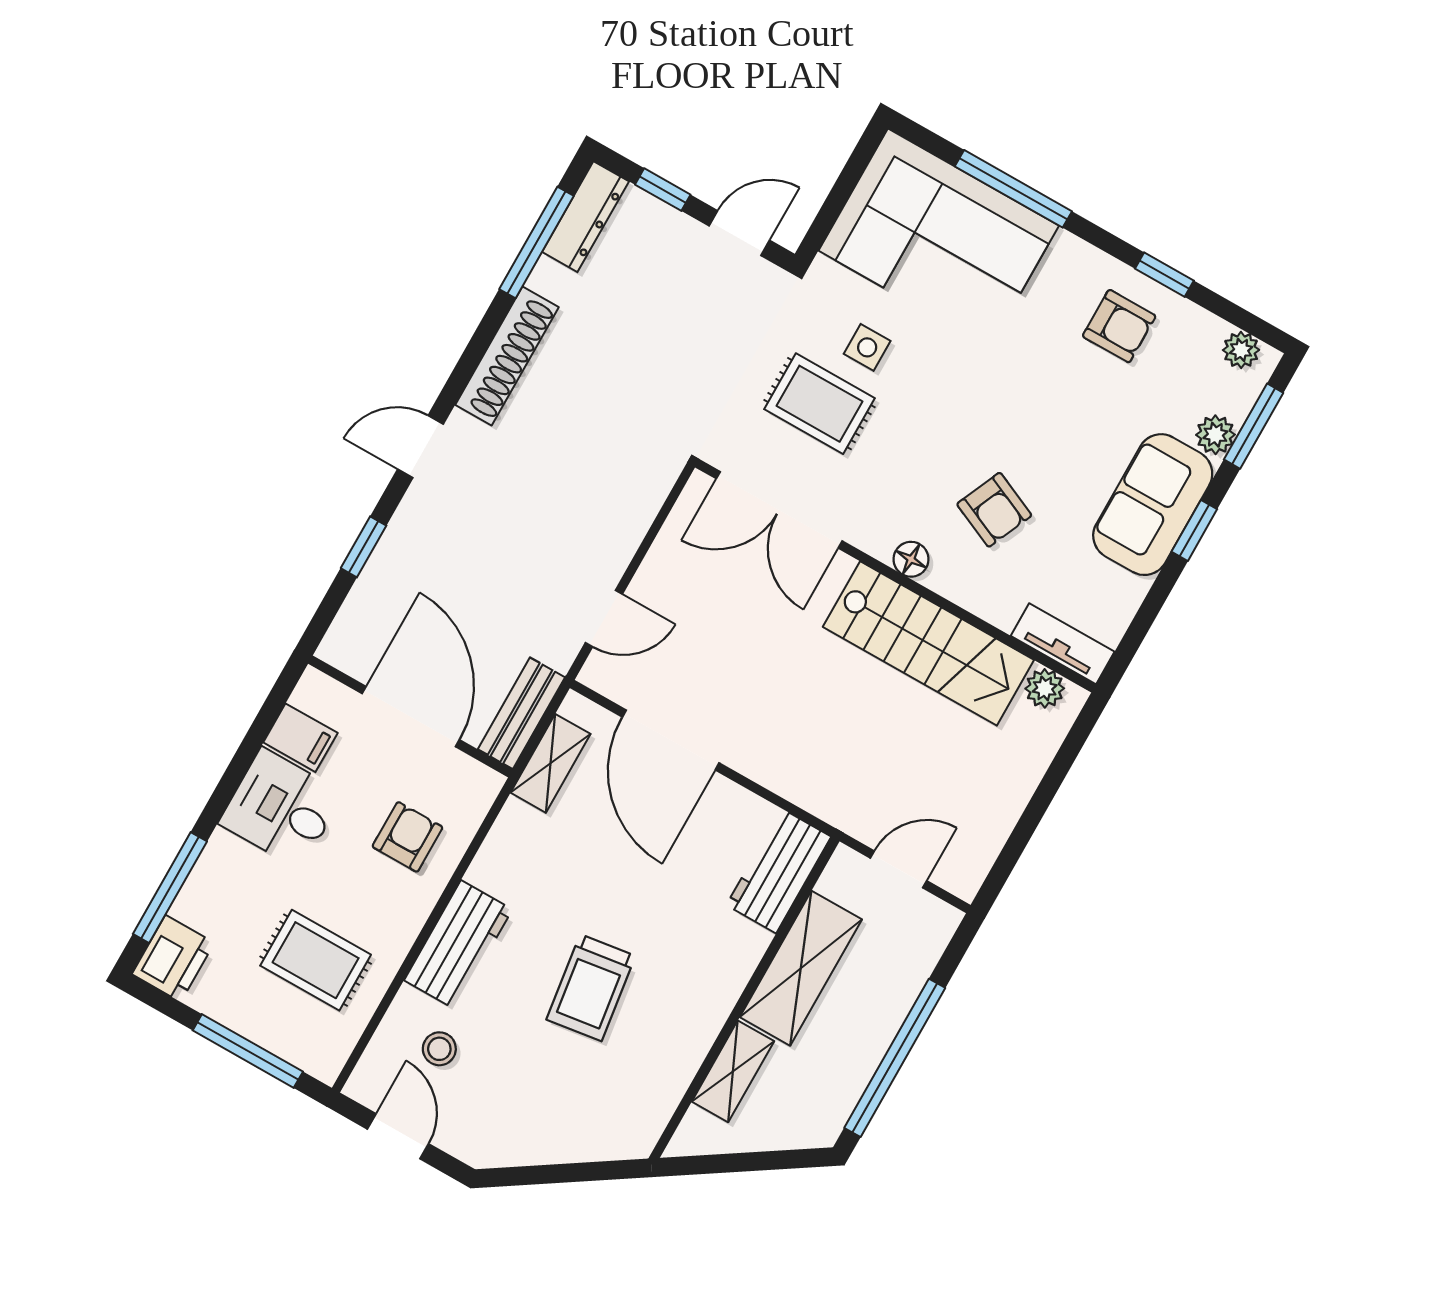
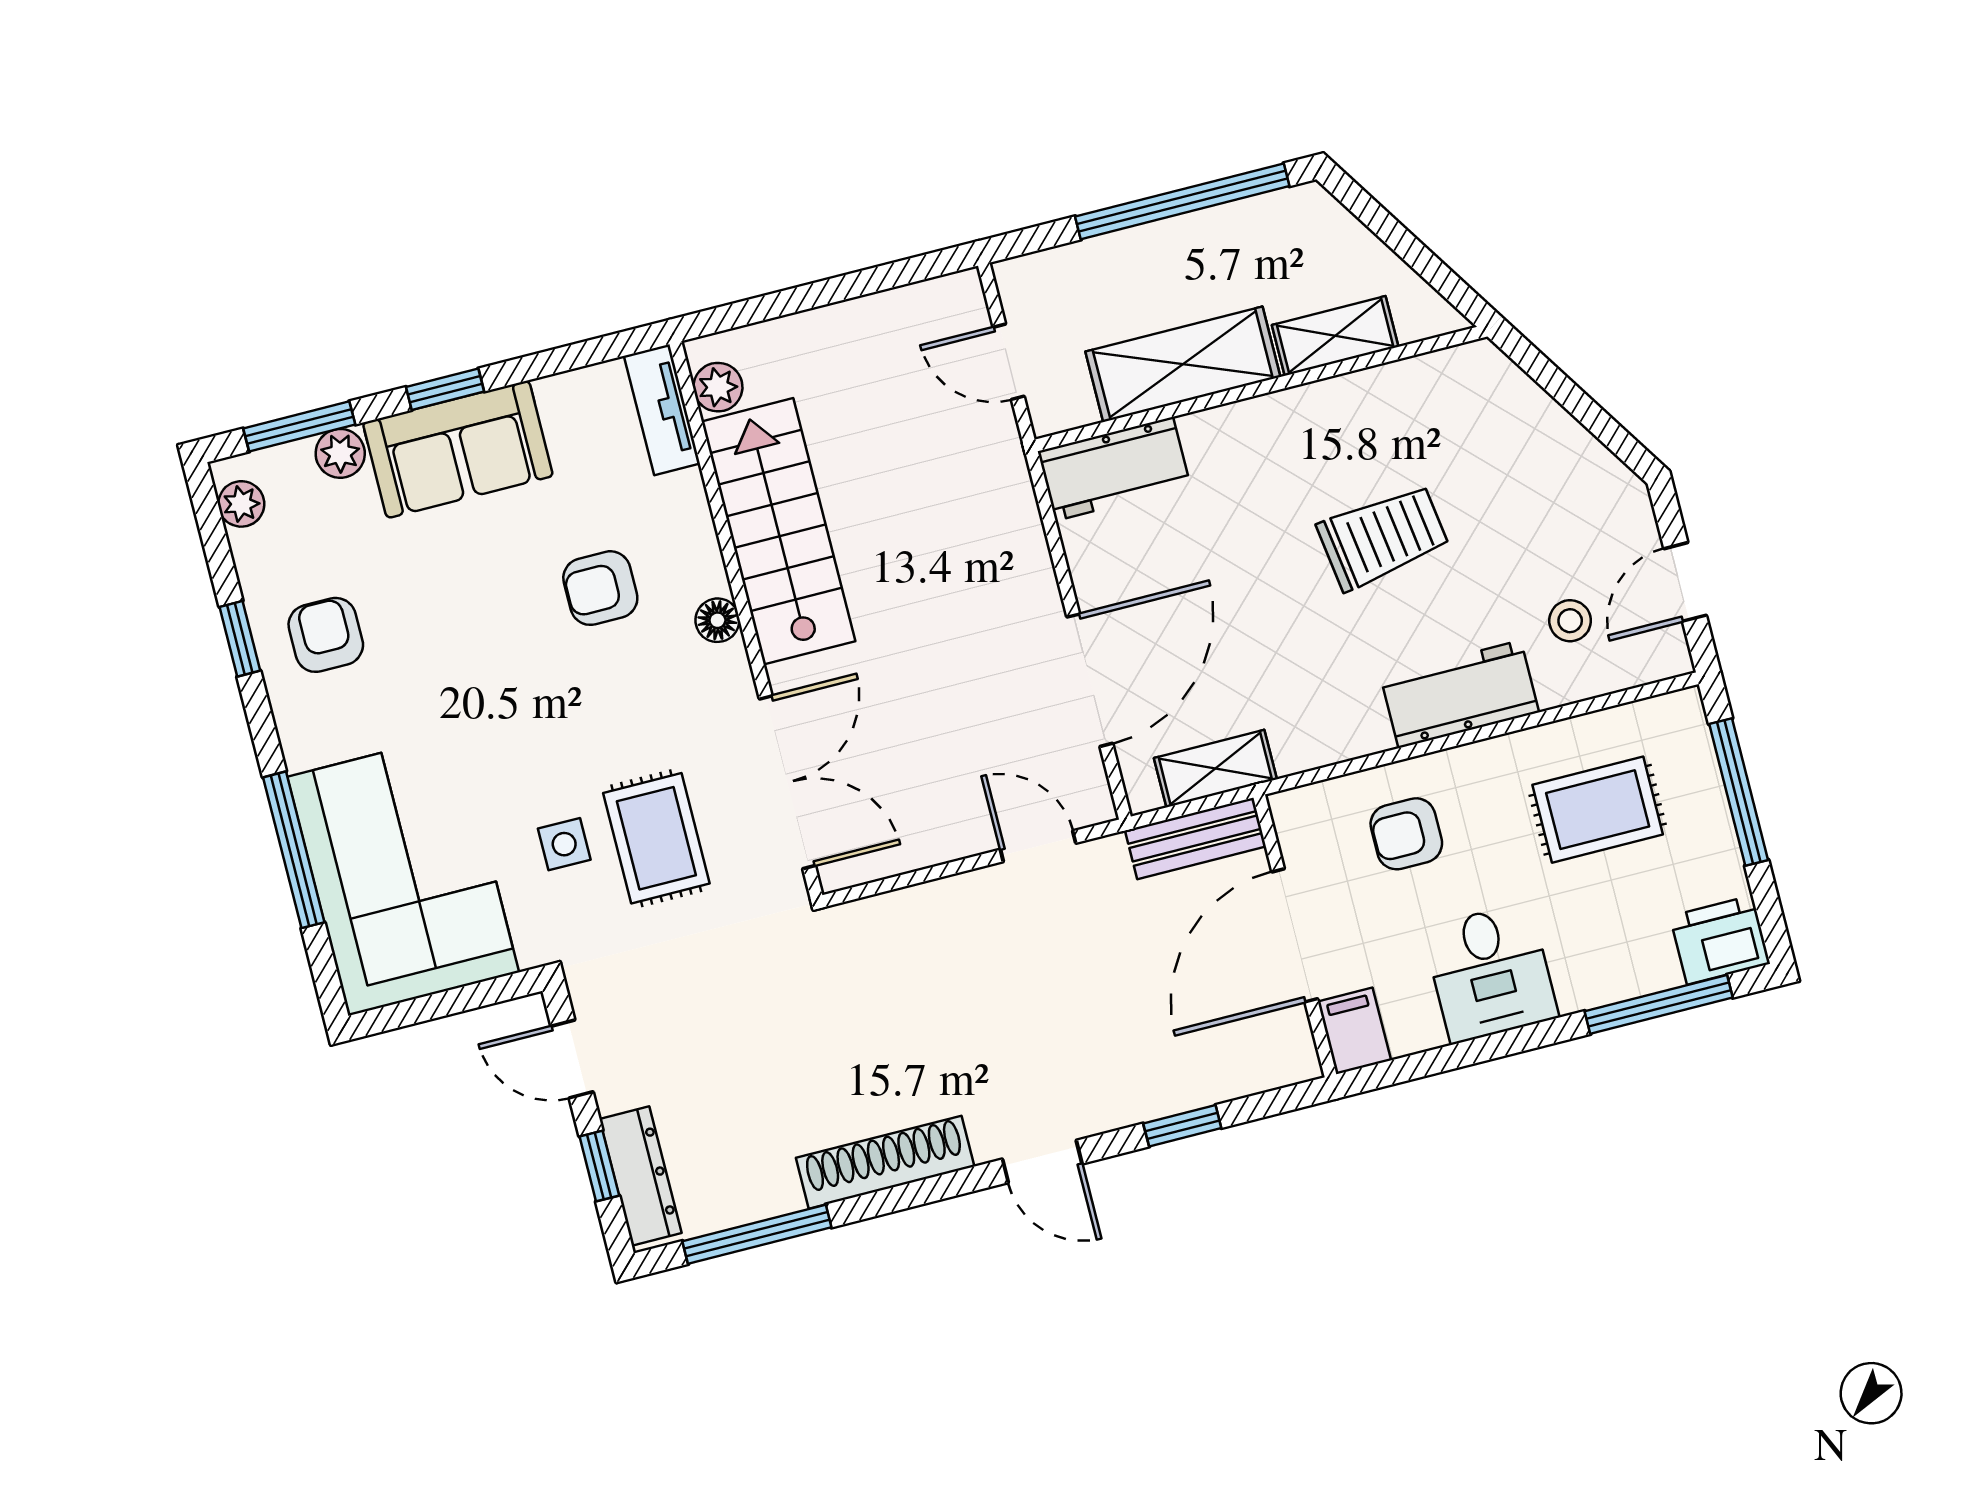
dresser: (585, 217) -> (640, 1176), moved, turned 90
armchair: (994, 510) -> (600, 588), turned -114
filing cabinet: (300, 738) -> (1354, 1031), moved
rug: (316, 960) -> (1598, 810), turned 90

